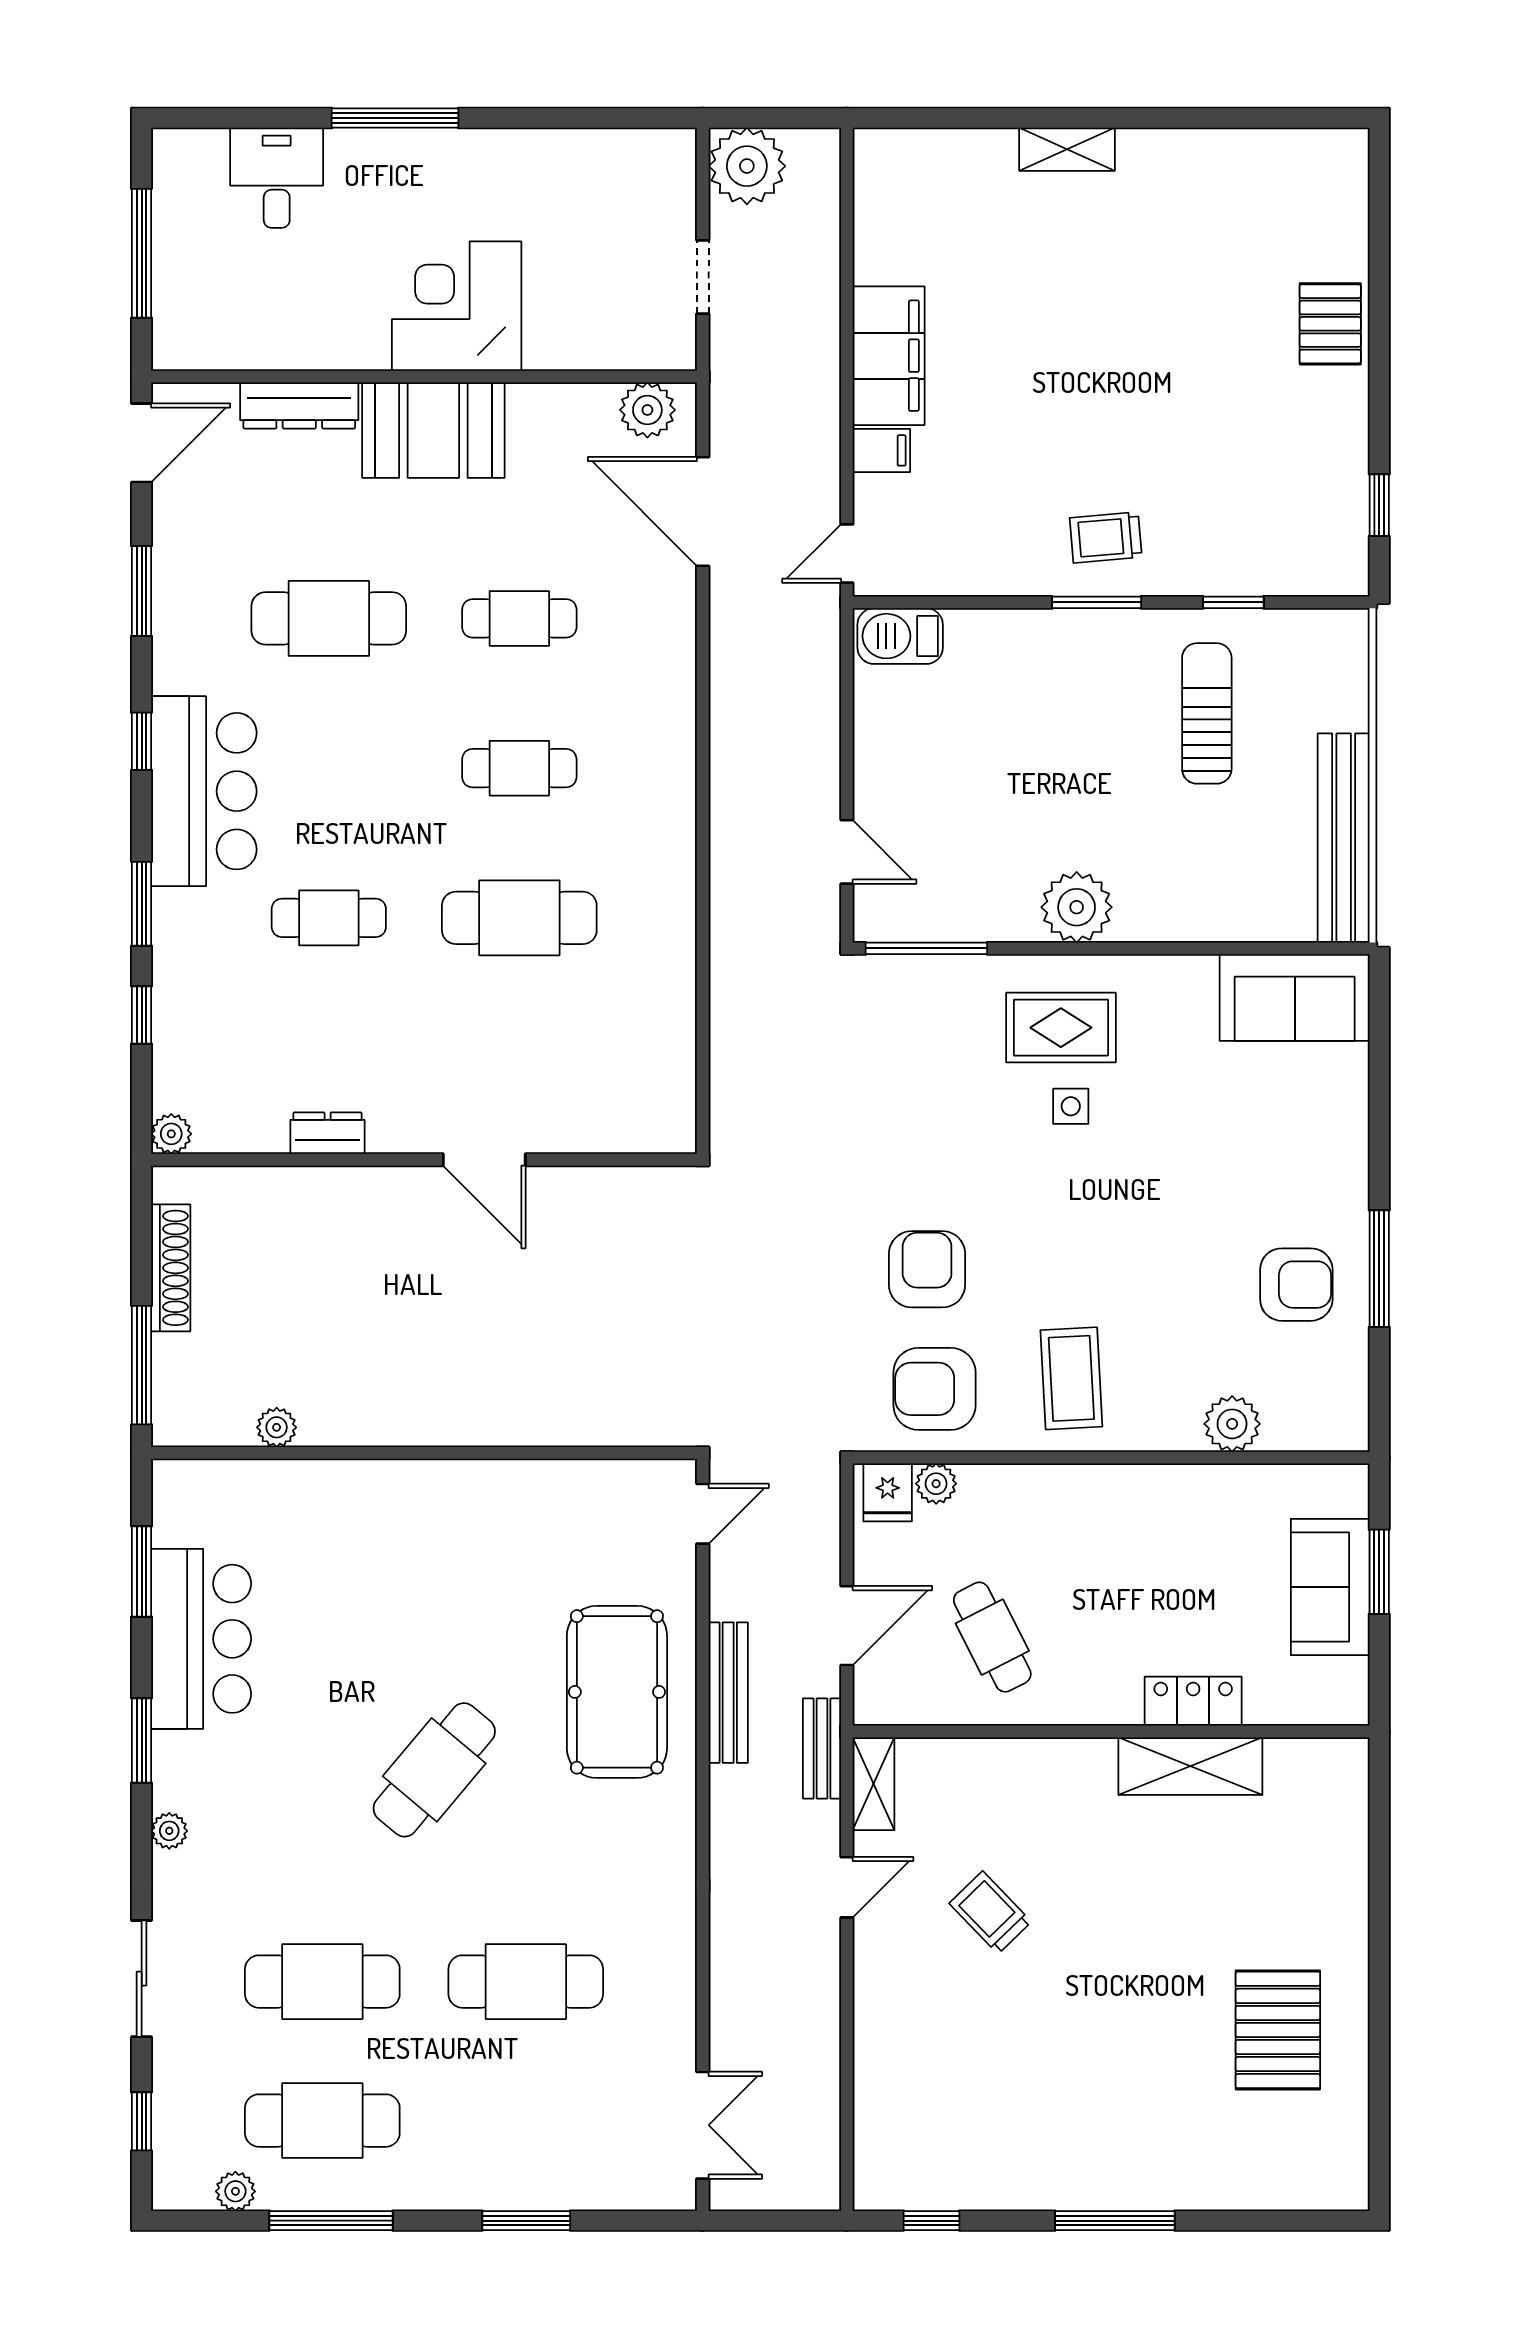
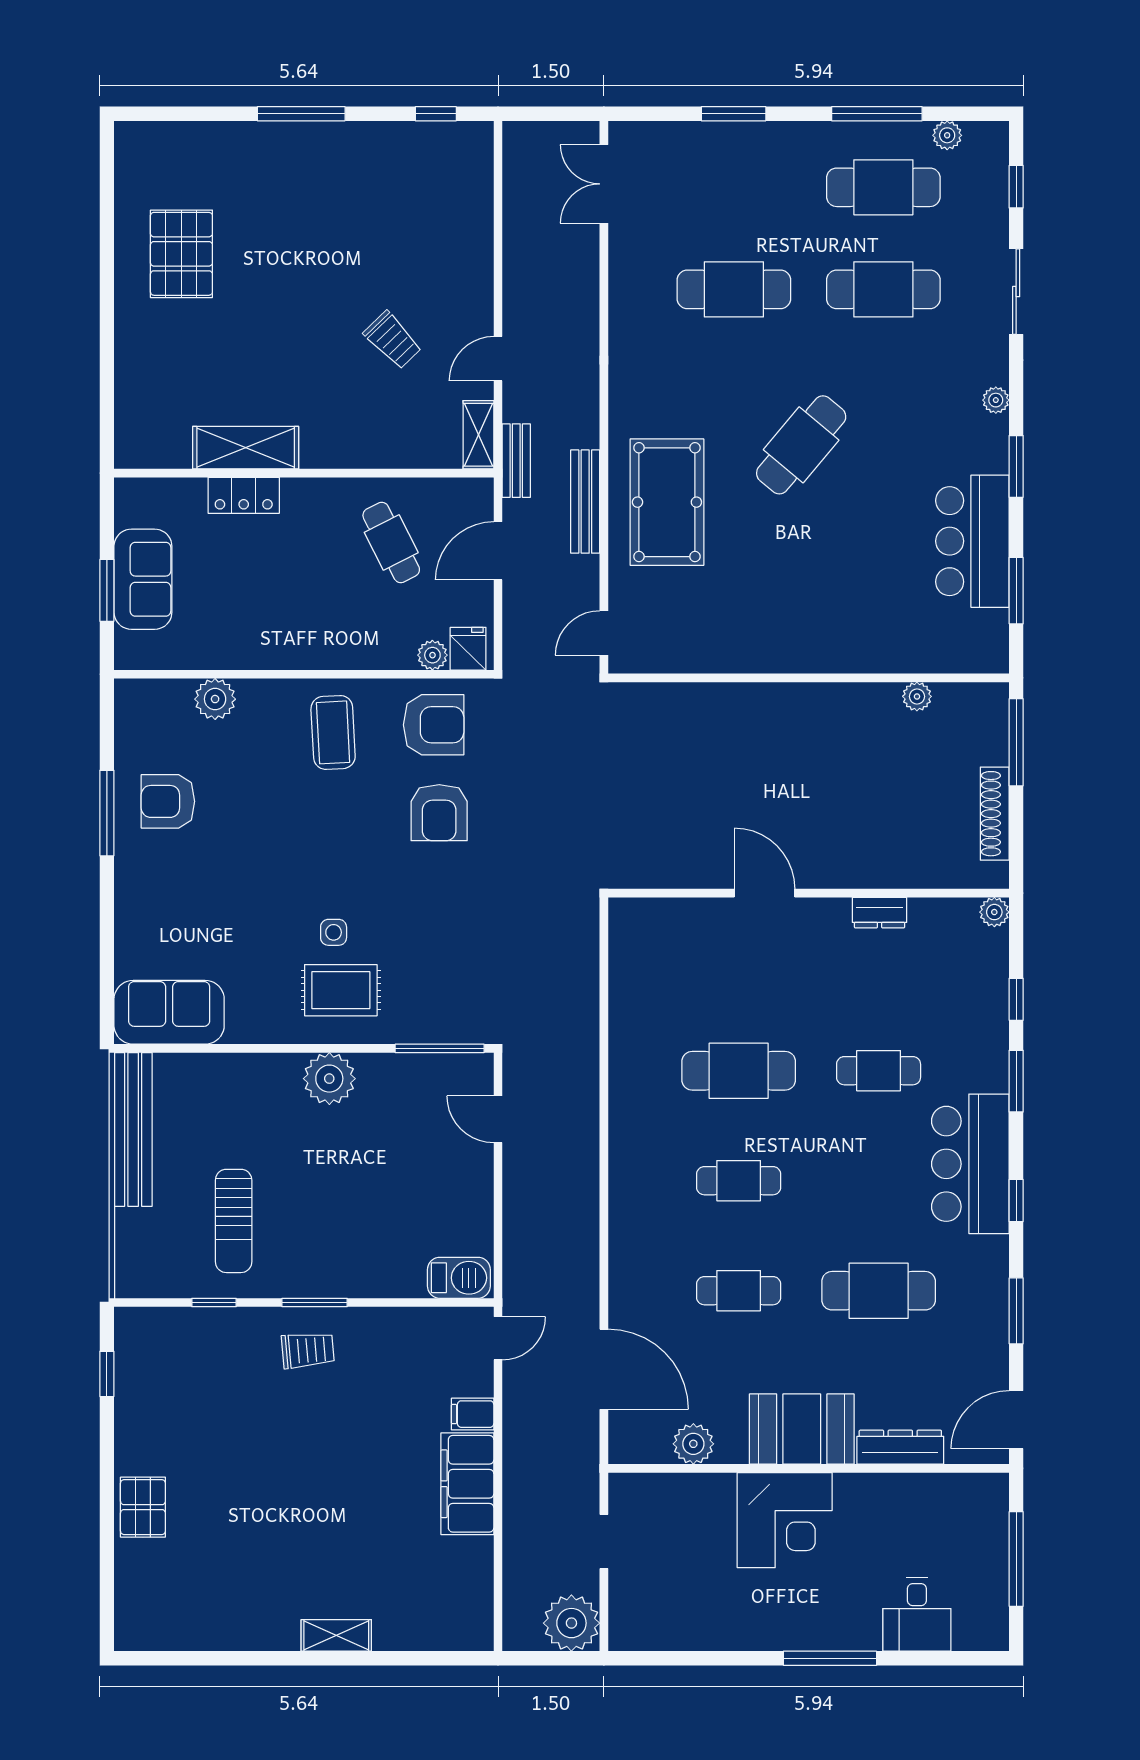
plant: (647, 410) -> (693, 1444), moved

